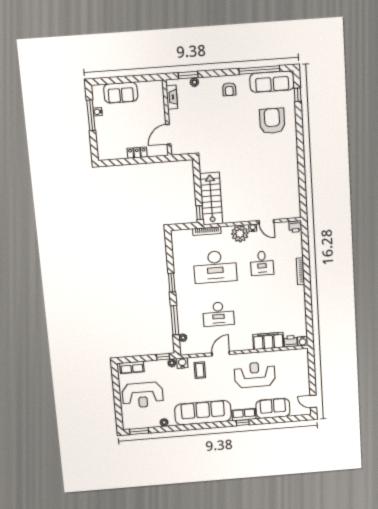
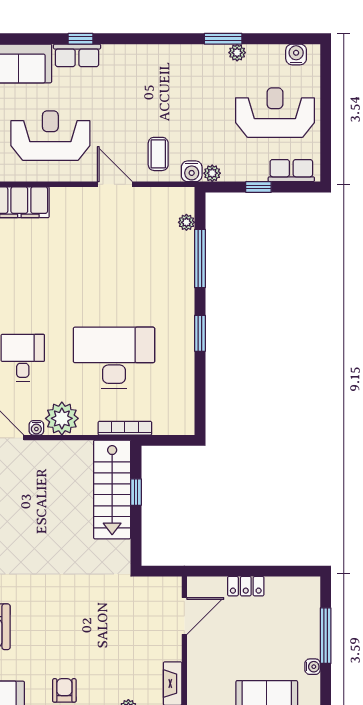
window: (91, 115) -> (326, 636), moved
window: (200, 213) -> (136, 492), moved
desk: (218, 314) -> (114, 264), removed
door: (221, 354) -> (115, 184), swing flipped
window: (163, 357) -> (258, 187), moved
reception desk: (255, 375) -> (50, 136), turned 180
sofa: (203, 413) -> (158, 66), removed
water cooler: (134, 424) -> (296, 54), added
window: (139, 431) -> (223, 39), moved

